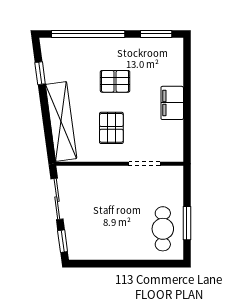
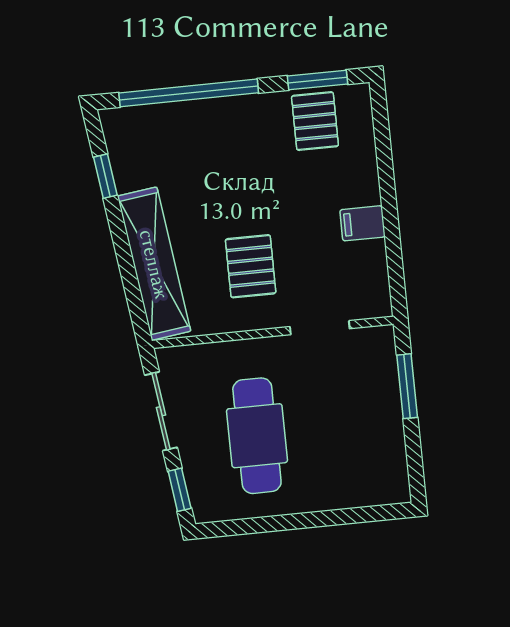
pallet: (115, 81) -> (315, 121), moved, turned 90
filing cabinet: (172, 103) -> (362, 223), width x0.50
window: (187, 223) -> (407, 386), moved
cafe table: (163, 229) -> (257, 436), moved, width x1.37, depth x1.35

